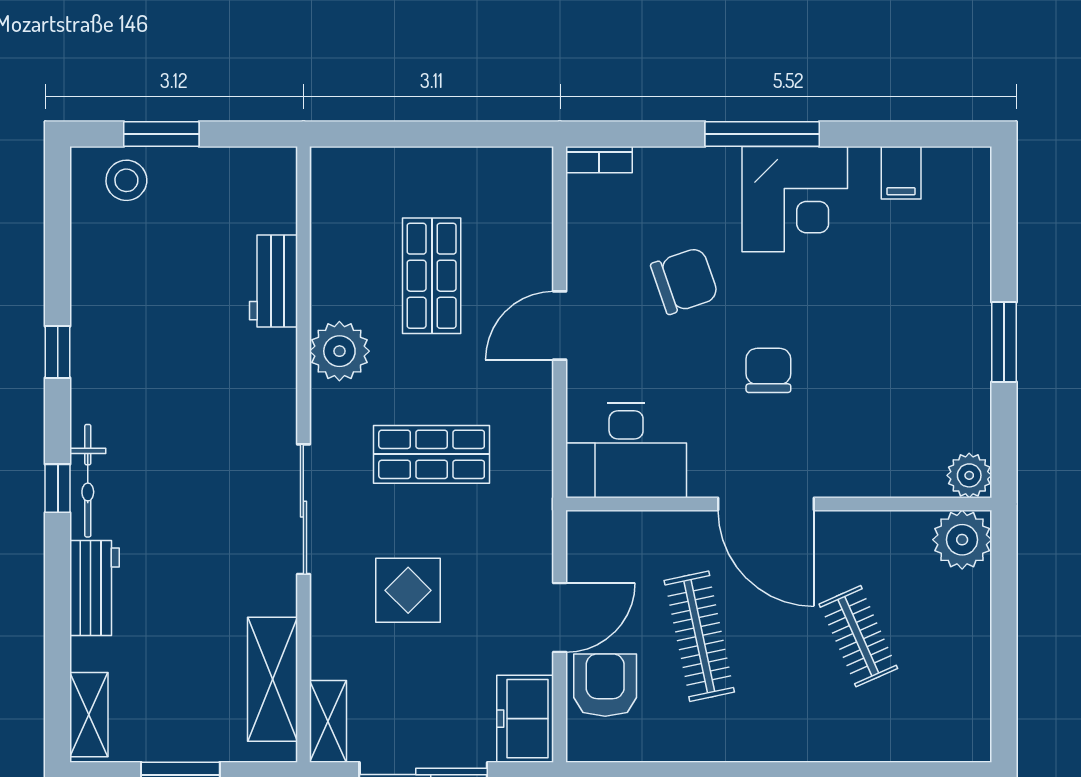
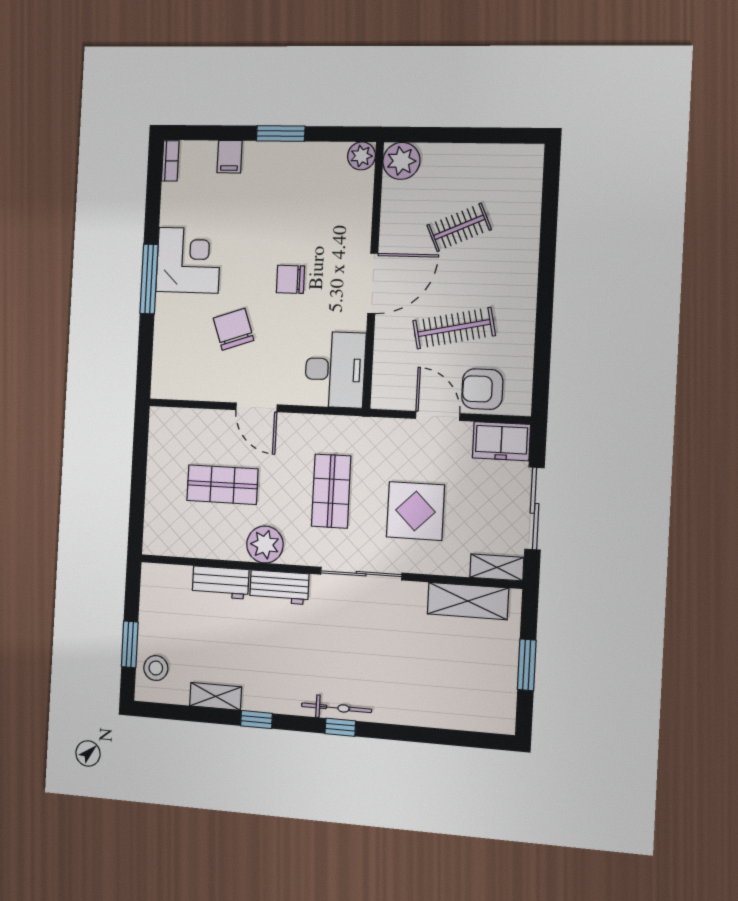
bookcase: (599, 160) -> (170, 161), moved
filing cabinet: (901, 173) -> (230, 157), moved, turned 90
workbench: (95, 588) -> (279, 587), moved, turned 180
display table: (408, 590) -> (415, 511), width x1.36, depth x1.36
shelving: (89, 715) -> (215, 696), moved

